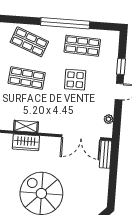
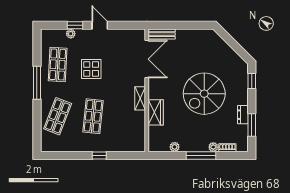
window: (65, 23) -> (37, 83), width x0.68
plant: (109, 119) -> (71, 34), moved
shelving: (26, 126) -> (140, 98), moved

